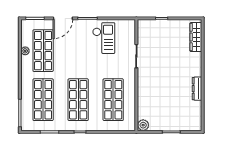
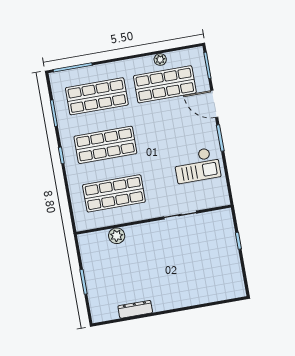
wardrobe: (196, 37) -> (221, 293), removed
dresser: (197, 89) -> (135, 309), moved
plant: (143, 125) -> (117, 236), moved

